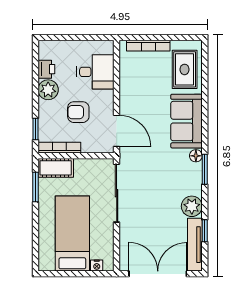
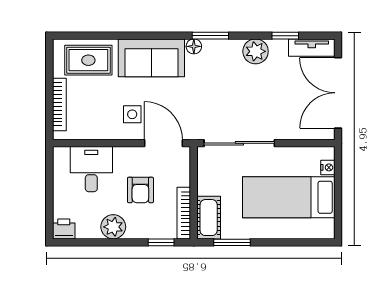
printer: (46, 69) -> (64, 229), moved
side table: (140, 105) -> (132, 114), added
door: (117, 131) -> (163, 143), hinge flipped
tv unit: (195, 245) -> (312, 48), width x0.71

